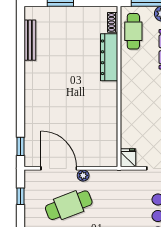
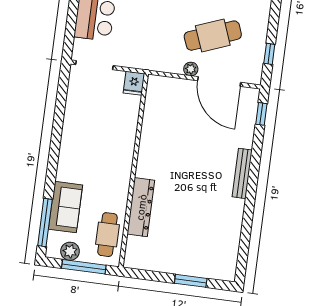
shoe rack: (113, 22) -> (131, 249), removed
bench: (30, 40) -> (242, 173), moved

